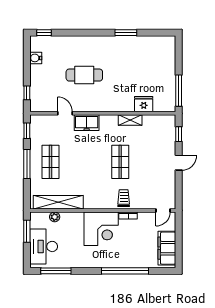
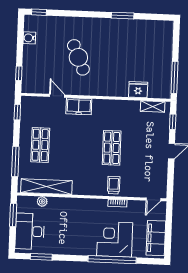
cafe table: (84, 75) -> (78, 57), turned 67
shelving: (130, 120) -> (153, 107), moved
window: (27, 164) -> (15, 162), moved
corner desk: (101, 229) -> (115, 239), moved, turned 180
window: (56, 271) -> (41, 257), width x0.69

